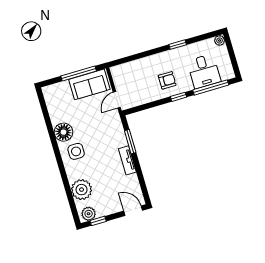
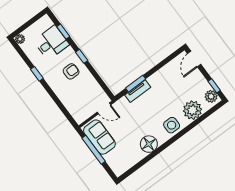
armchair: (167, 80) -> (71, 71), turned 90
window: (211, 87) -> (63, 32), width x0.46
side table: (76, 151) -> (172, 125), moved
tv unit: (127, 160) -> (138, 91), moved

